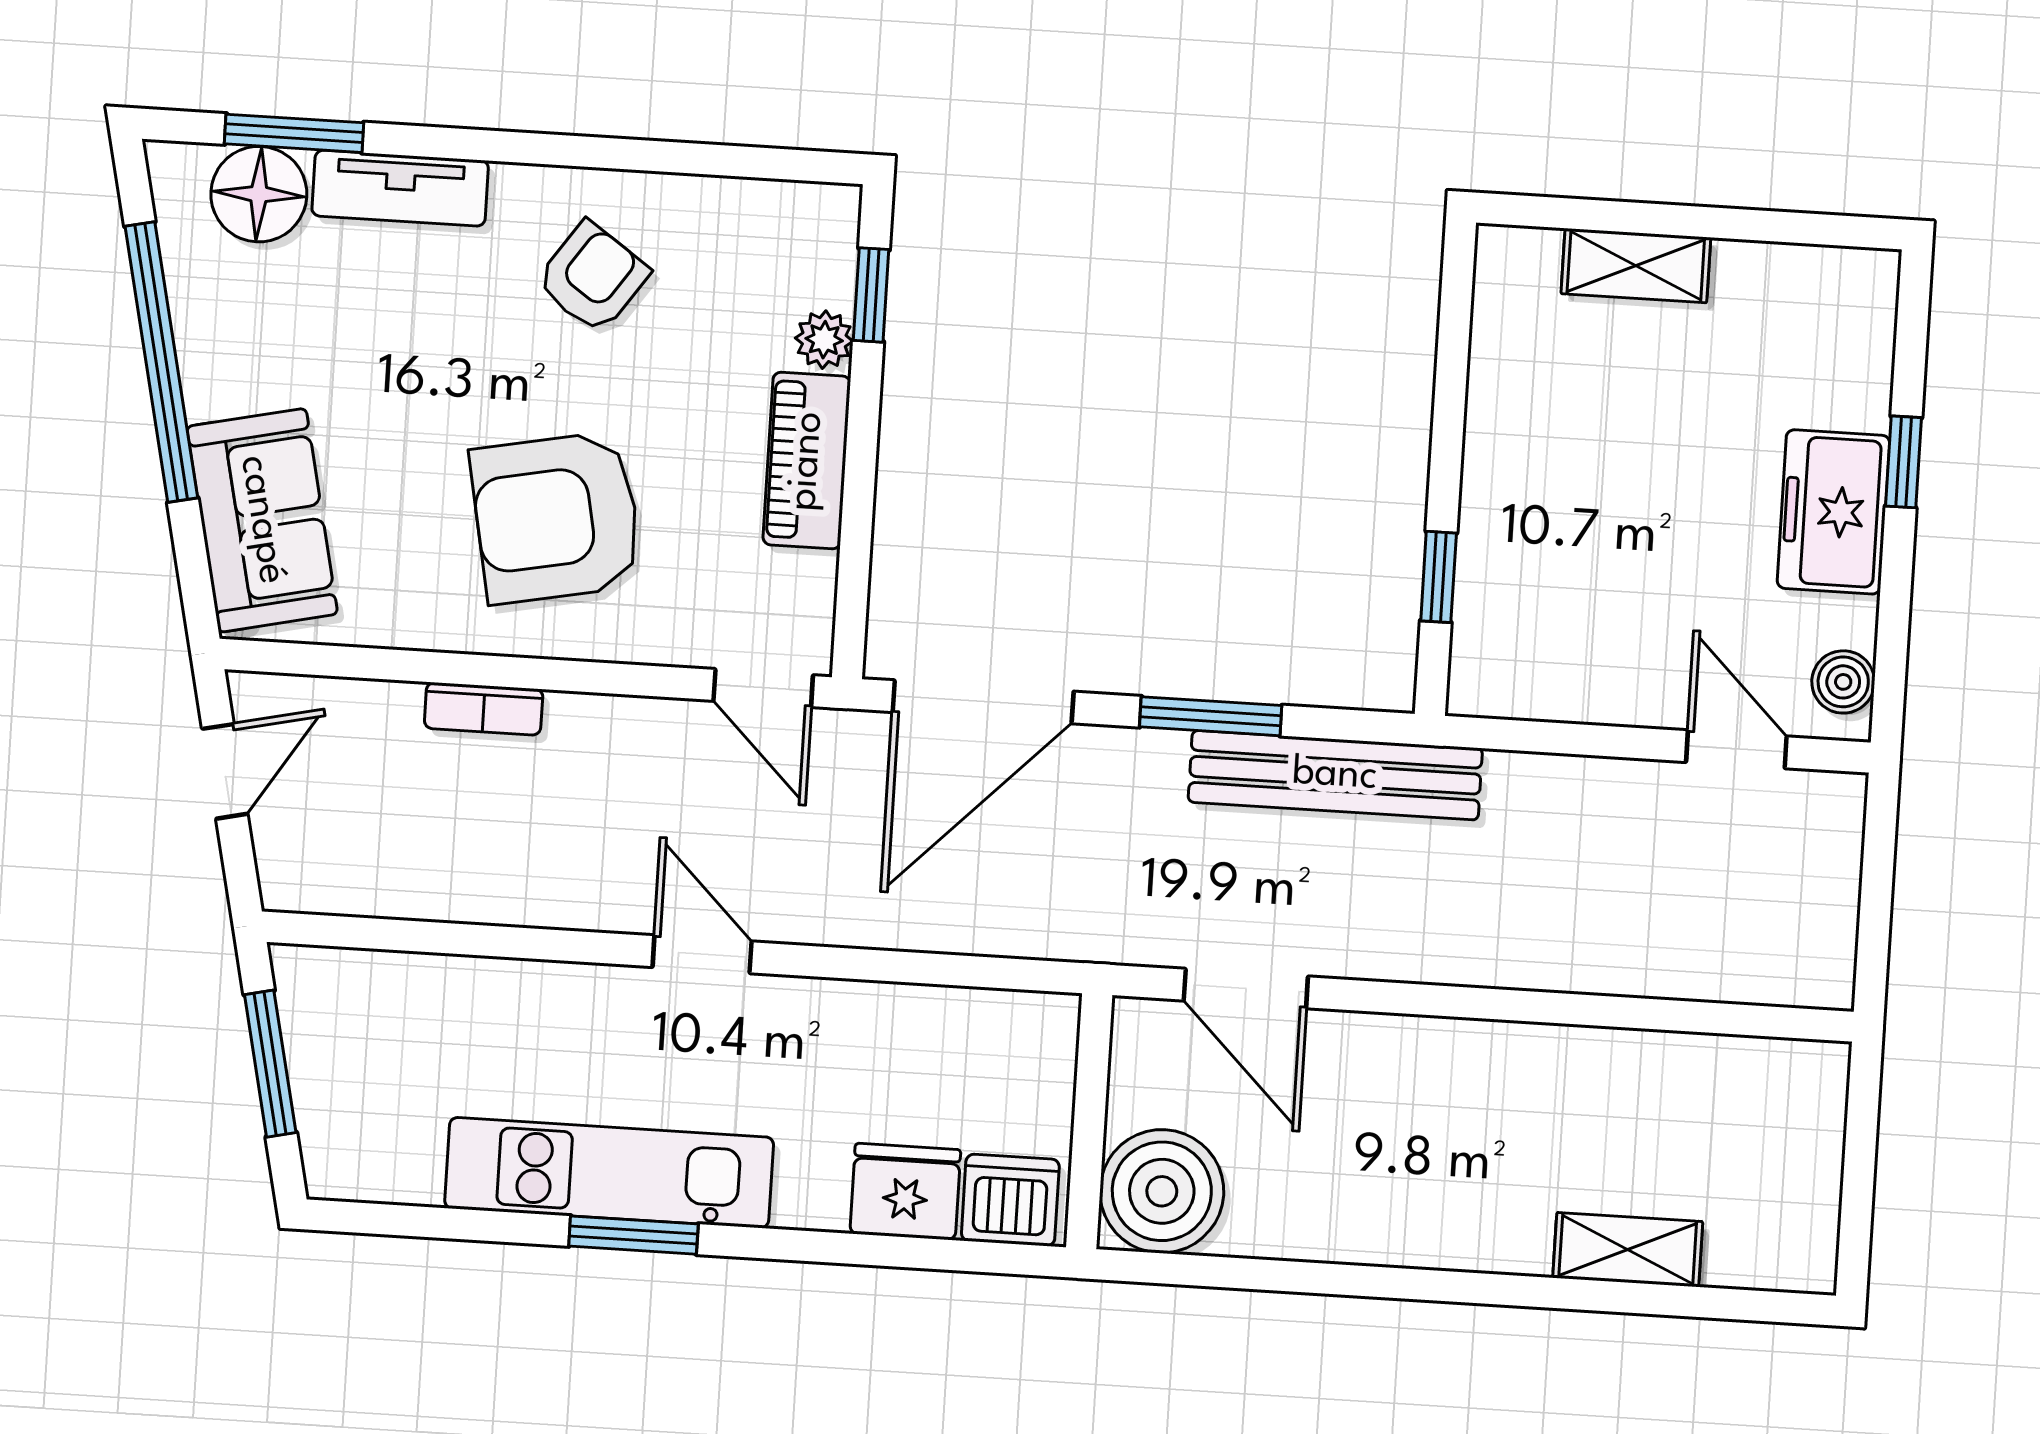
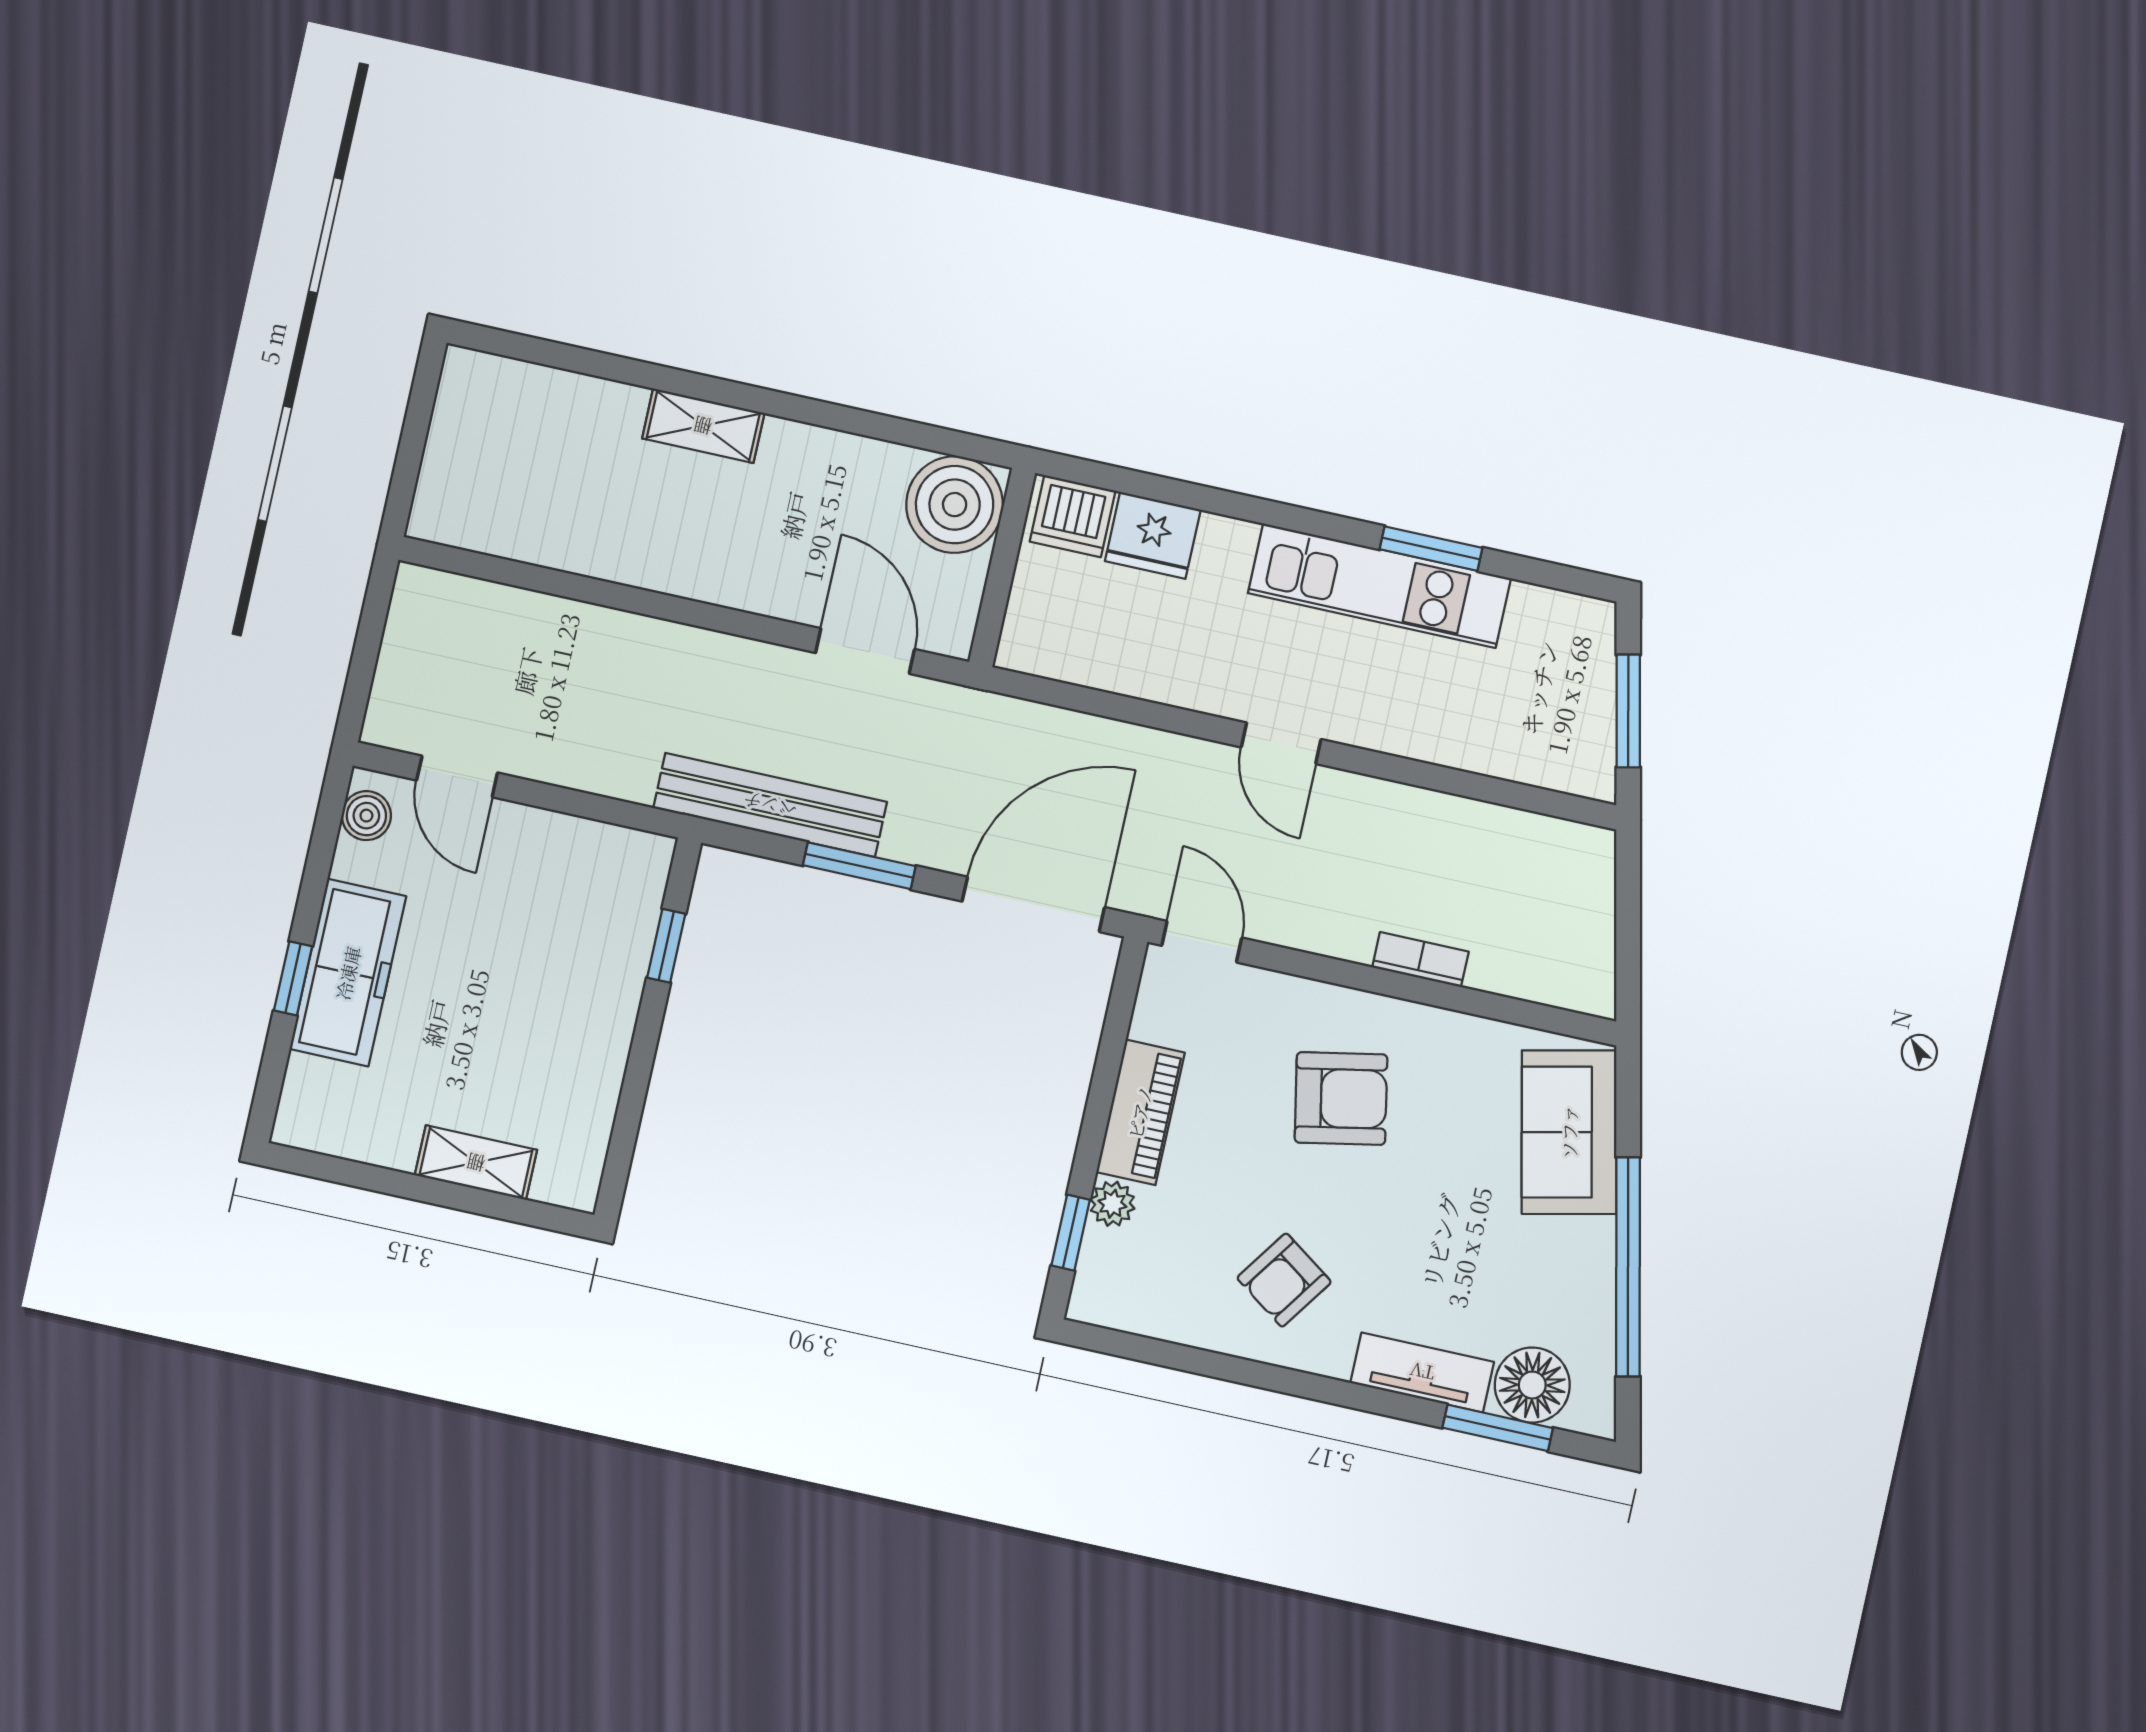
freezer: (1833, 512) -> (348, 973), width x1.40
armchair: (556, 518) -> (1341, 1098), width x0.73, depth x0.73
door: (225, 771) -> (1628, 942), removed
window: (633, 1235) -> (1431, 549), moved
shelving: (1628, 1250) -> (703, 426), moved

